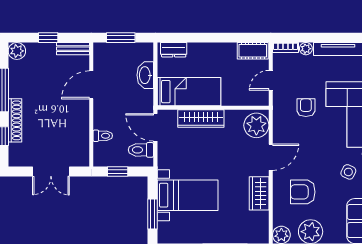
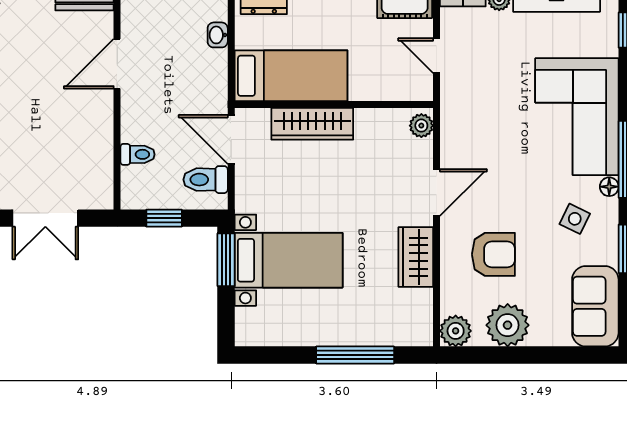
washbasin: (145, 75) -> (218, 35), width x0.52, depth x0.69
door: (271, 80) -> (437, 56), hinge flipped
armchair: (306, 108) -> (499, 104), removed
plant: (256, 125) -> (421, 126), width x0.53, depth x0.53
armchair: (303, 192) -> (493, 254), turned 180
window: (152, 214) -> (226, 260), moved

